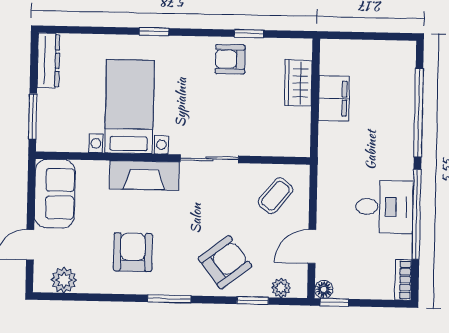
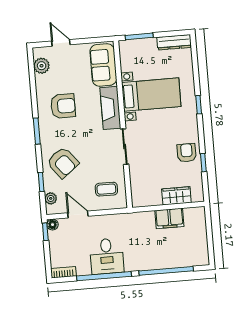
sofa: (55, 194) -> (103, 65), moved, turned 90
coffee table: (275, 196) -> (106, 189), turned -39

